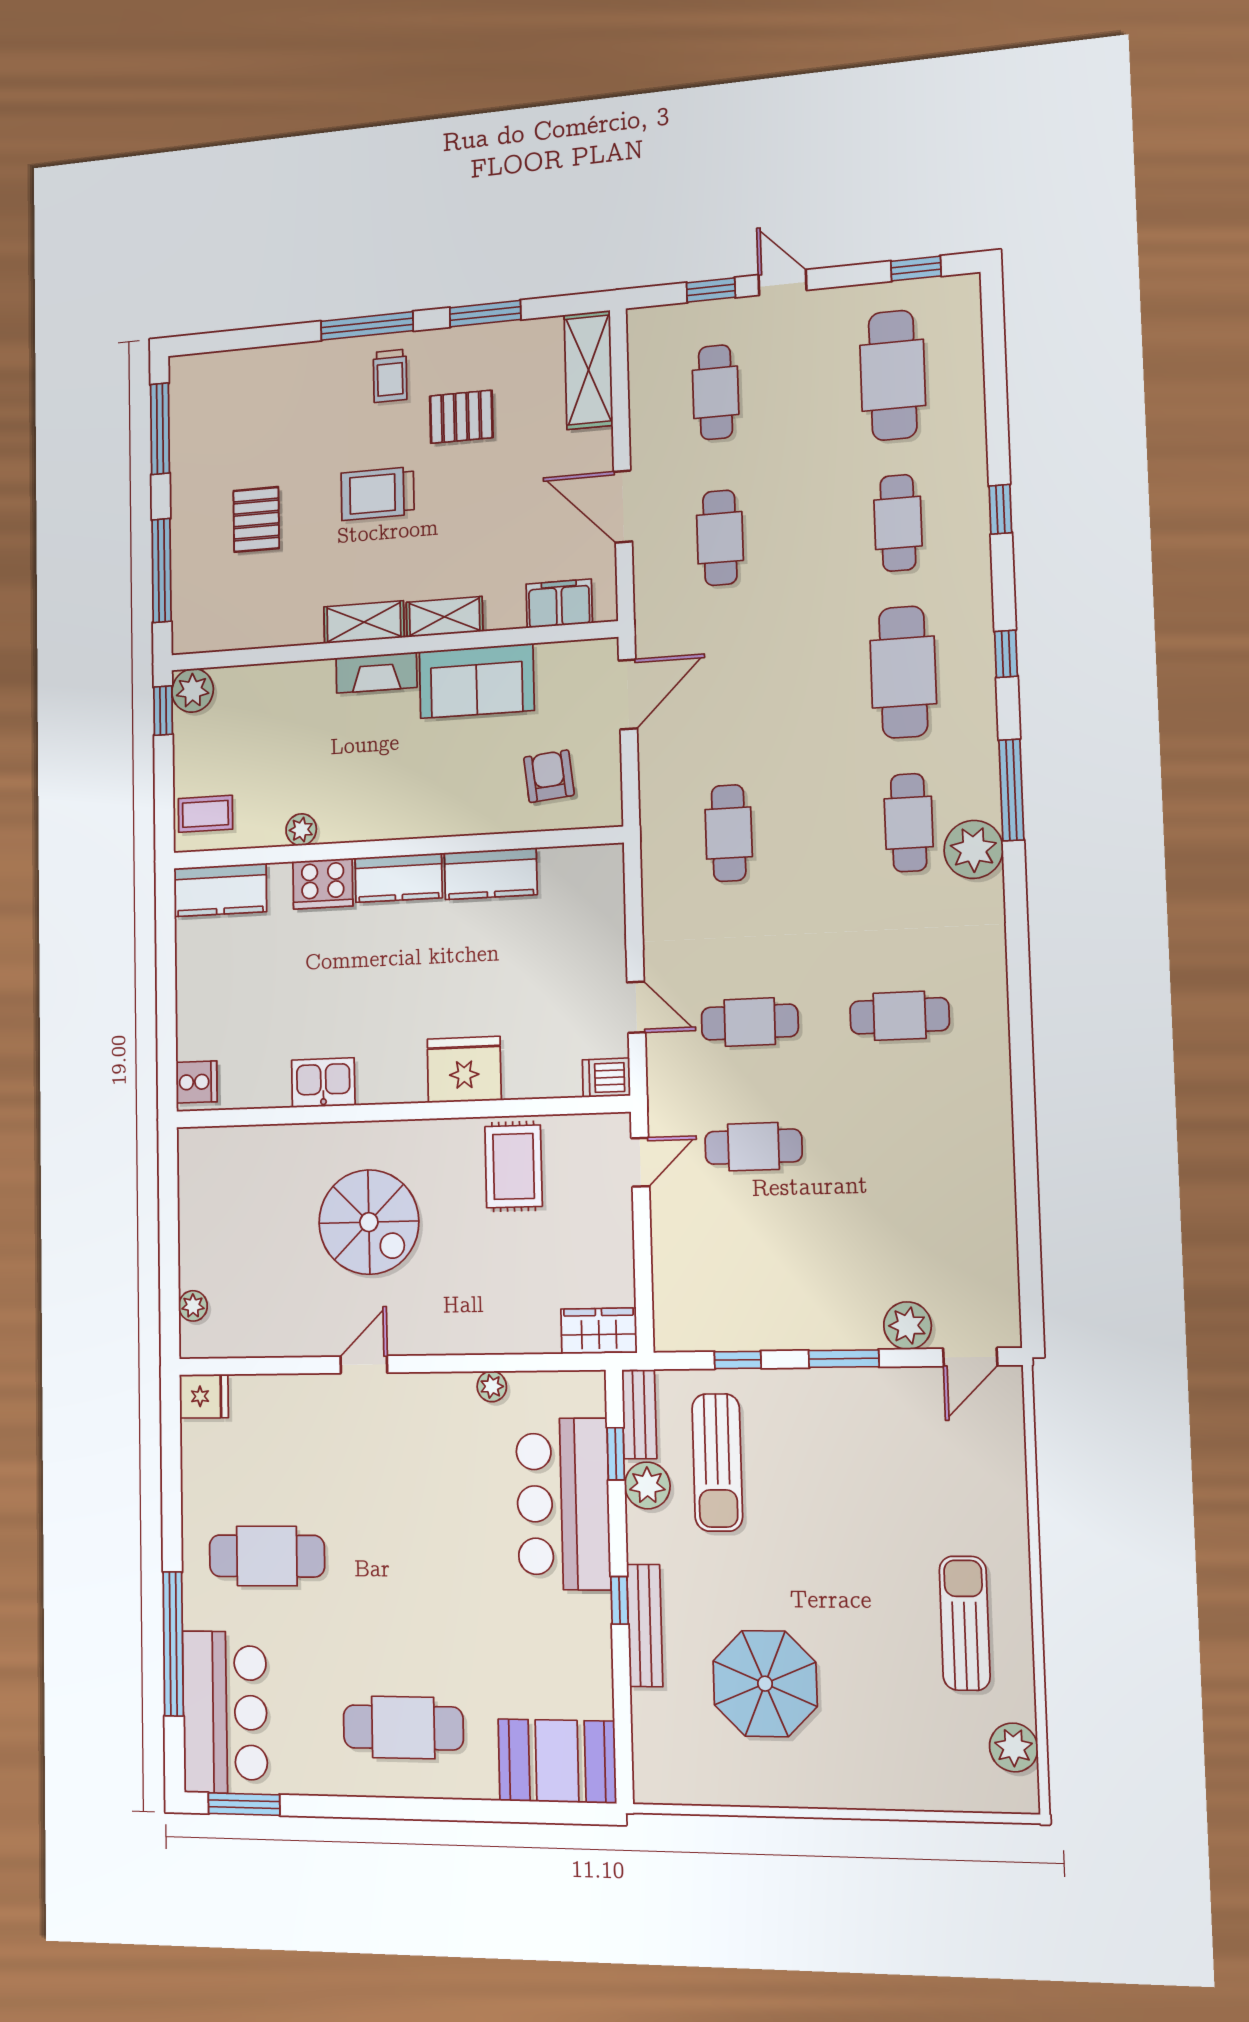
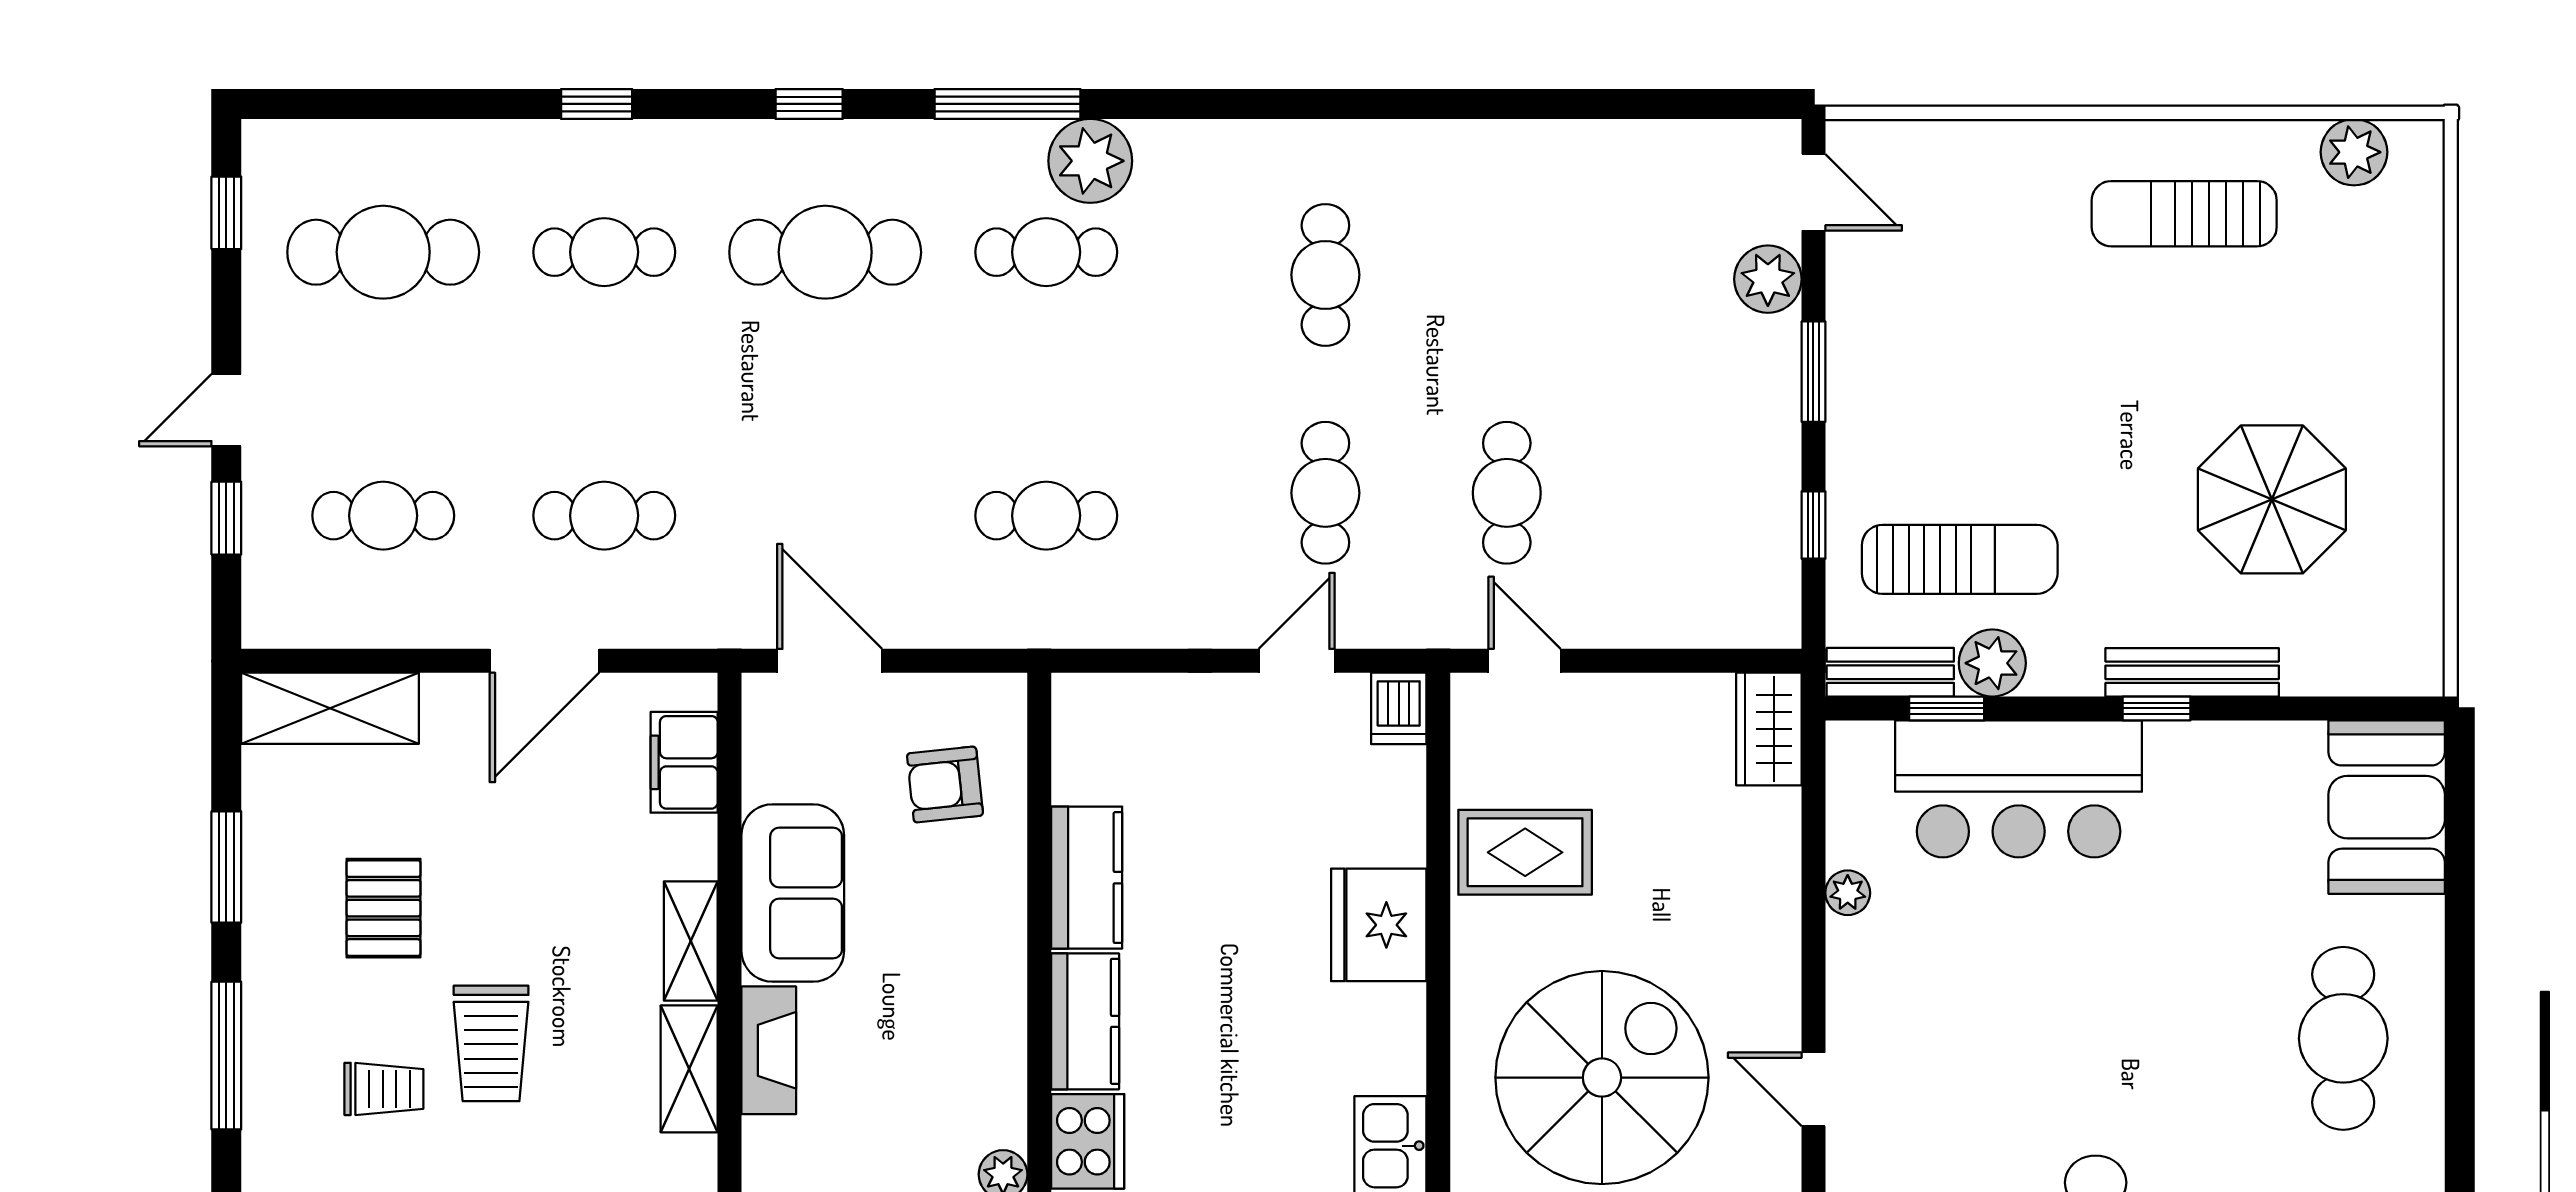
trolley: (390, 376) -> (384, 1089), moved
spiral stairs: (369, 1222) -> (1602, 1078), width x1.37, depth x1.37

